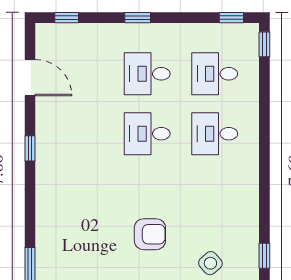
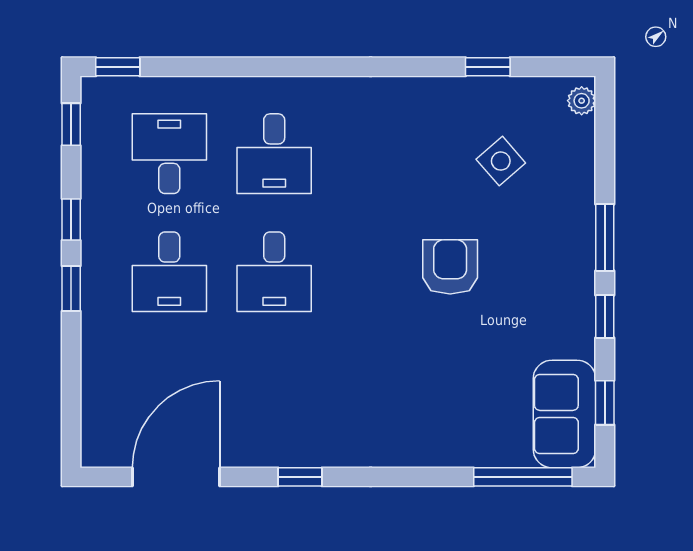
window: (67, 18) -> (71, 220), moved
desk: (215, 74) -> (169, 154), turned 180
door: (30, 78) -> (176, 477), width x1.36

